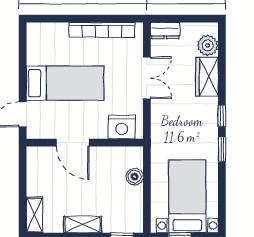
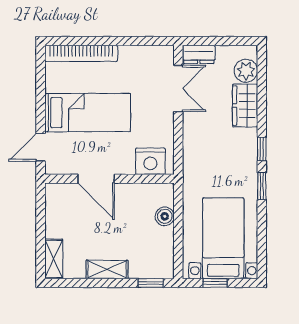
bookcase: (102, 30) -> (81, 53), moved
double door: (147, 78) -> (178, 88), moved

